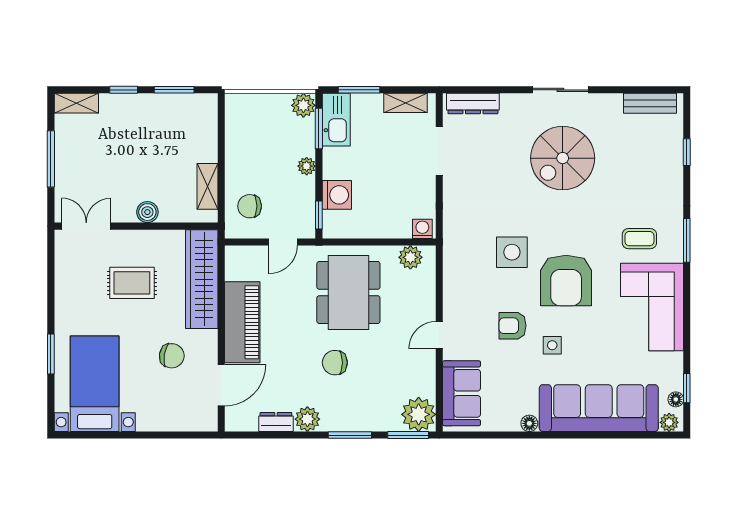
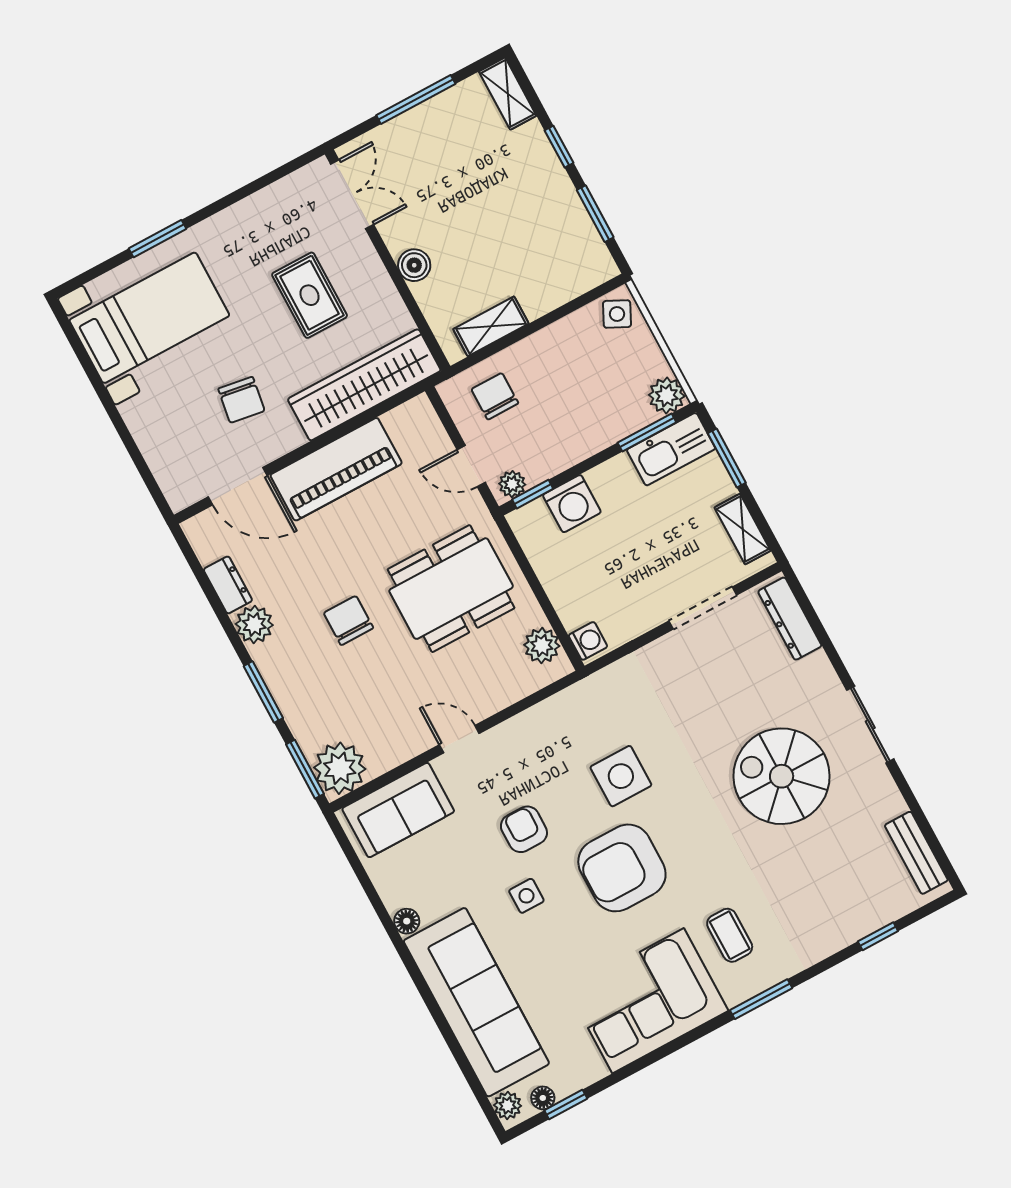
side table: (240, 109) -> (617, 314), added
plant: (307, 166) -> (512, 484), moved

